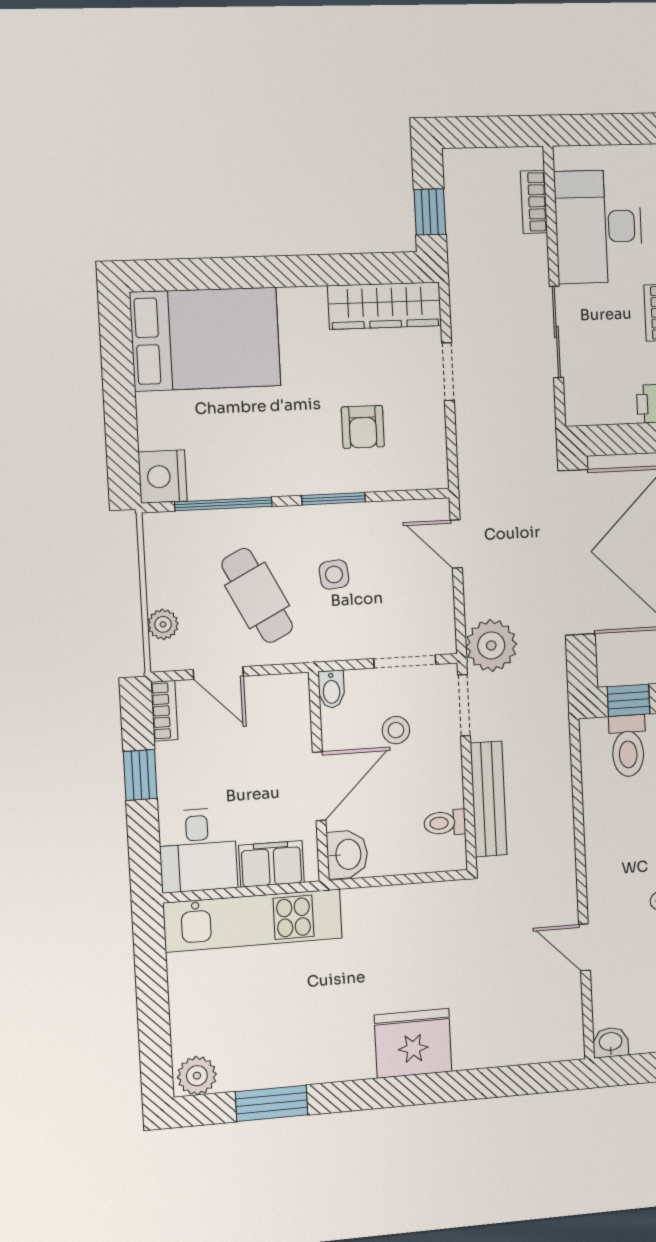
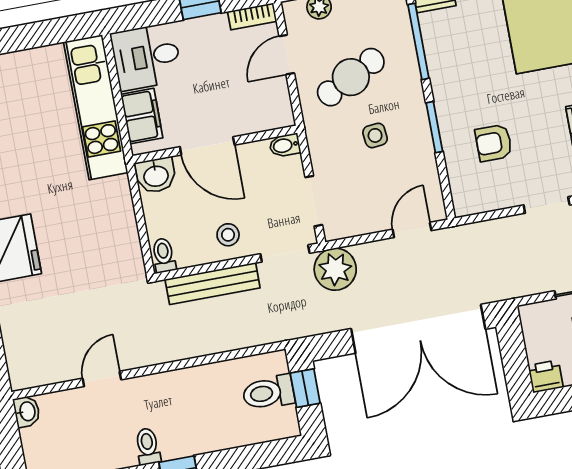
stool: (396, 730) -> (228, 235), moved
toilet: (445, 823) -> (164, 255), moved

